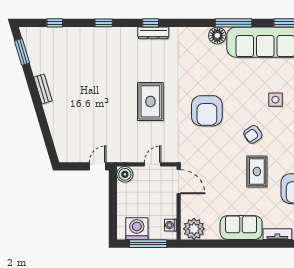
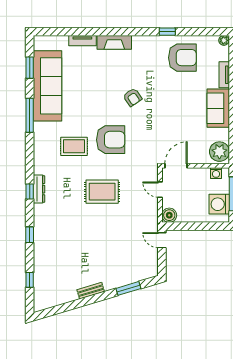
floor lamp: (217, 35) -> (41, 130), removed
window: (22, 52) -> (128, 288), moved
side table: (275, 100) -> (100, 77), removed
rug: (257, 172) -> (74, 146), moved

